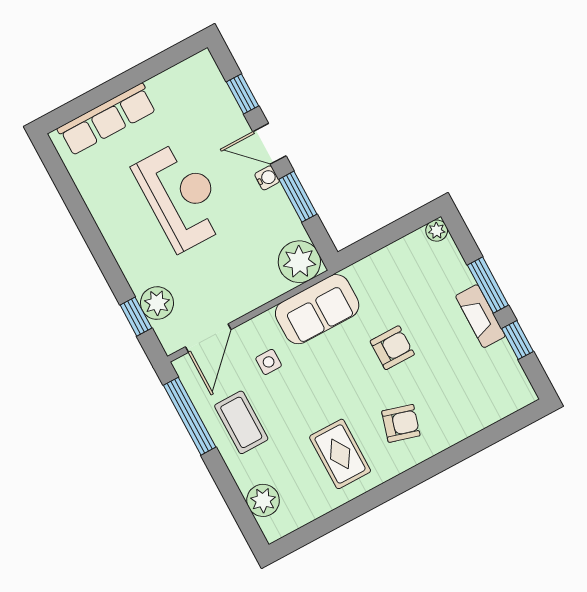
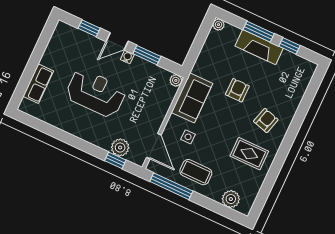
row of seats: (107, 119) -> (38, 84), width x0.68
plant: (299, 262) -> (176, 80), width x0.53, depth x0.53
fireplace: (480, 316) -> (259, 47), width x1.37, depth x1.32

